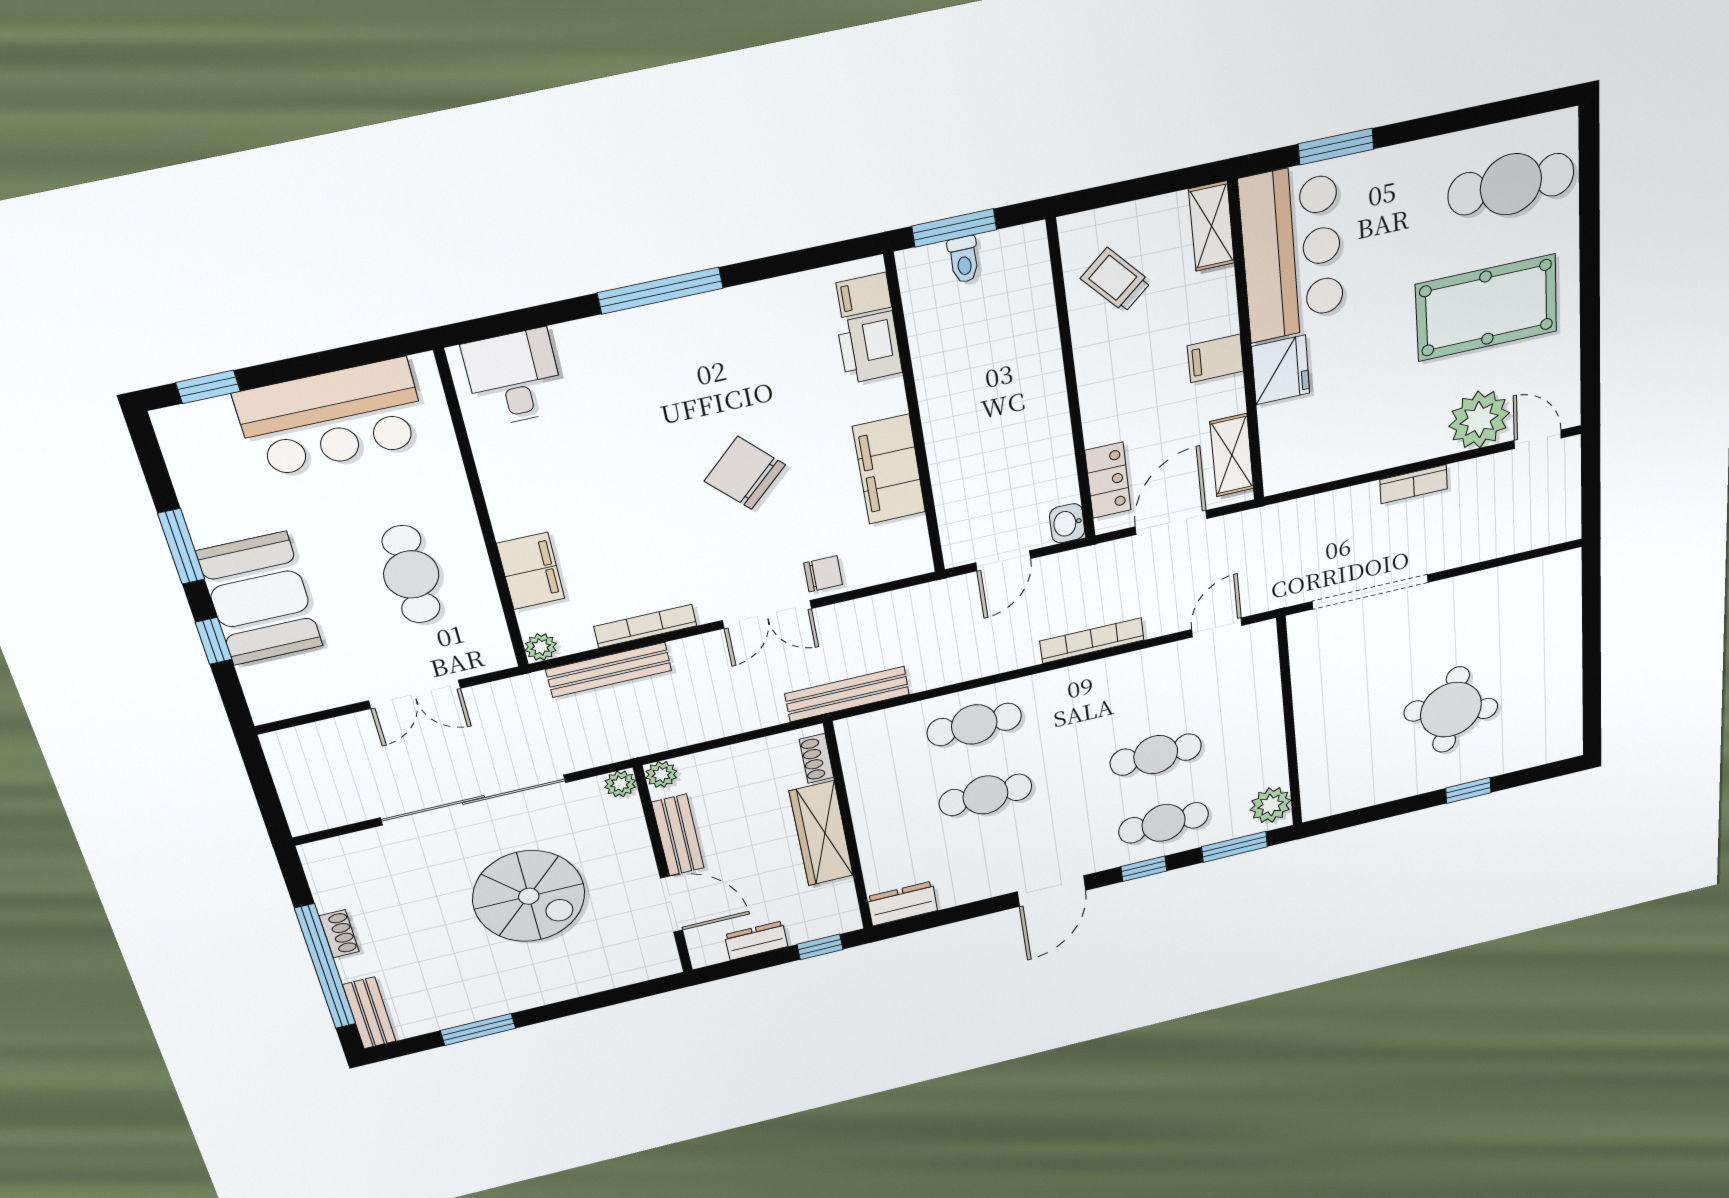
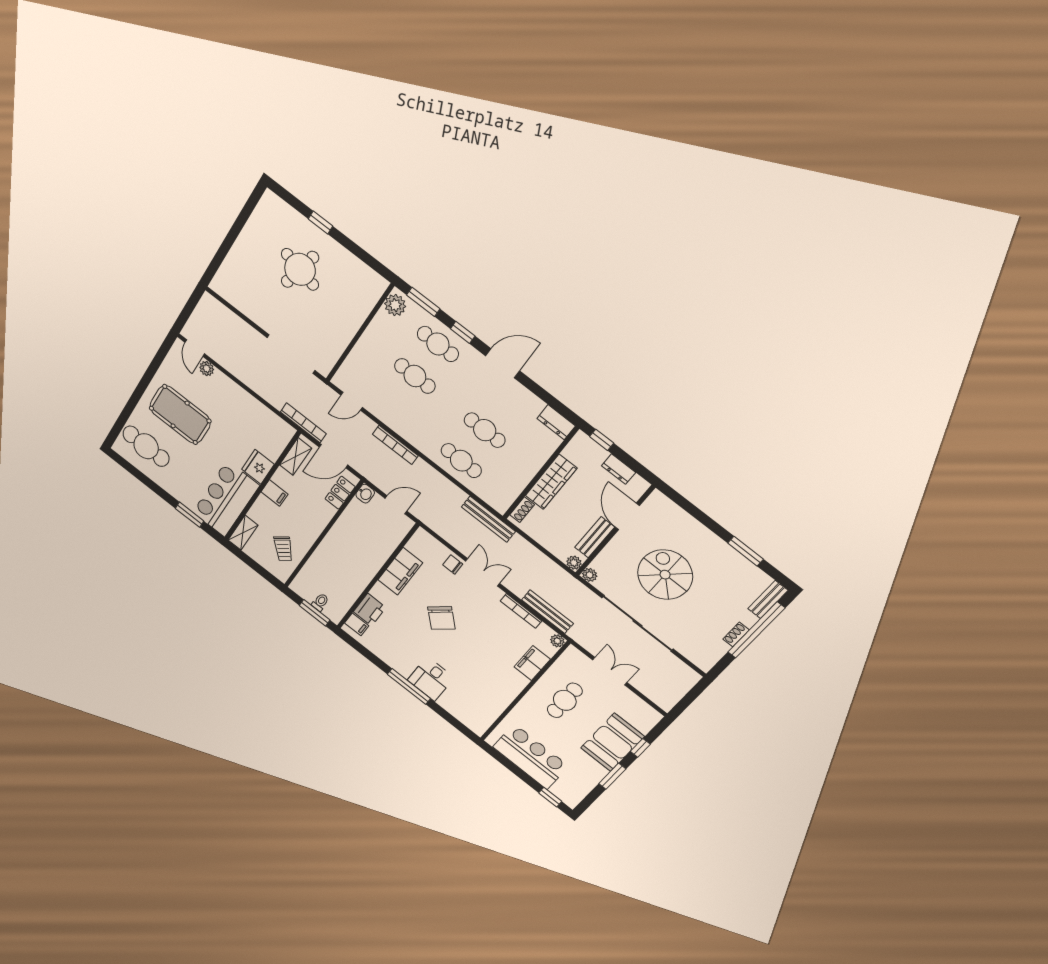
desk: (514, 378) -> (431, 679), moved
plant: (1479, 420) -> (207, 369), width x0.53, depth x0.53
bookcase: (1414, 484) -> (303, 423), moved, width x1.56

